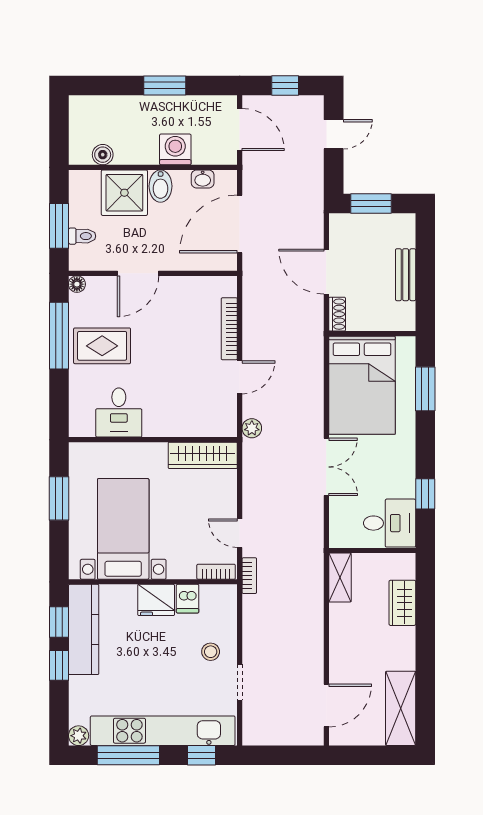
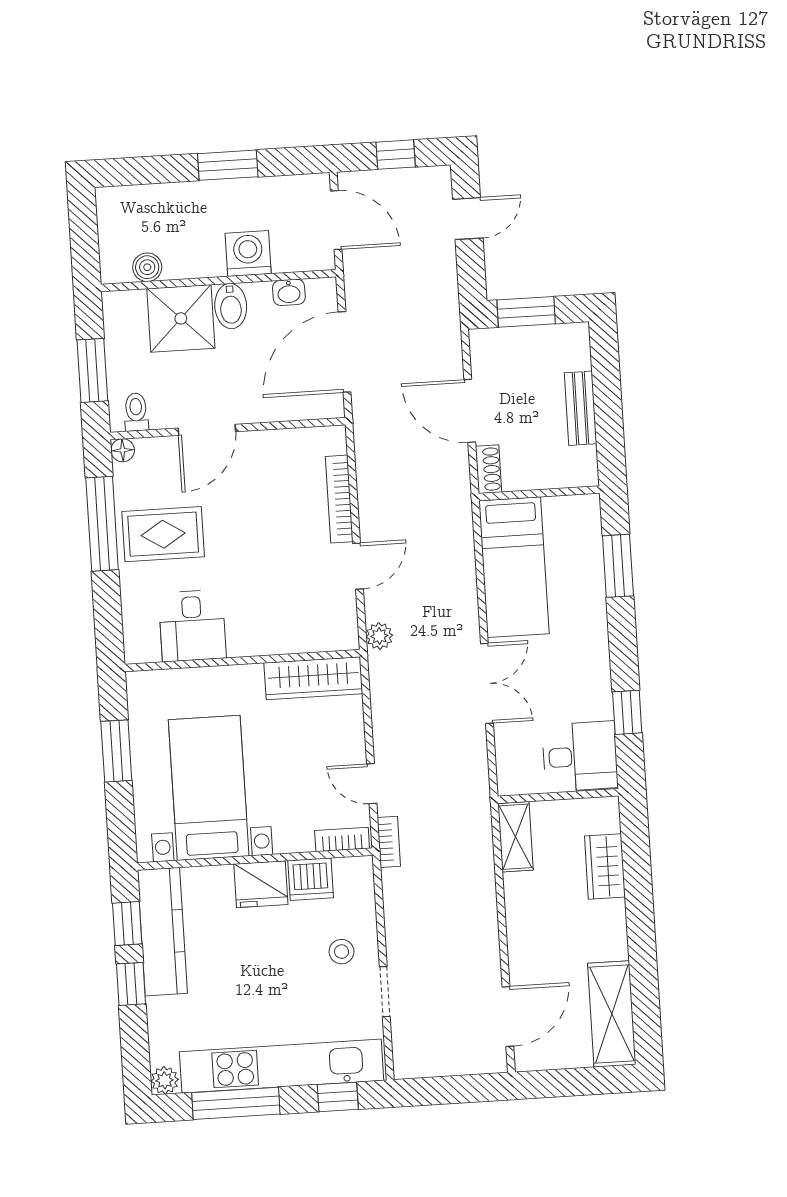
toilet: (82, 236) -> (136, 412), moved, turned -90
bed: (362, 385) -> (514, 567), width x0.67
dishwasher: (188, 599) -> (311, 879), width x1.38

